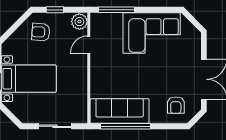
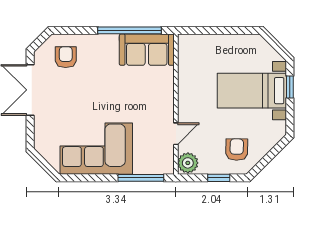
armchair: (41, 32) -> (237, 150), turned -93
sofa: (120, 111) -> (147, 50), width x0.73
sliding door: (55, 126) -> (219, 30), removed

